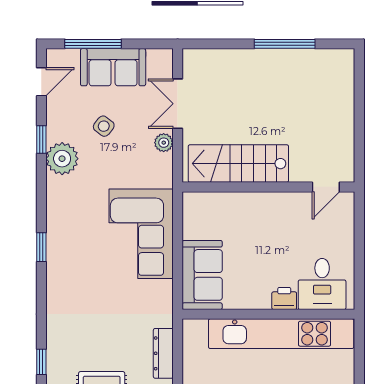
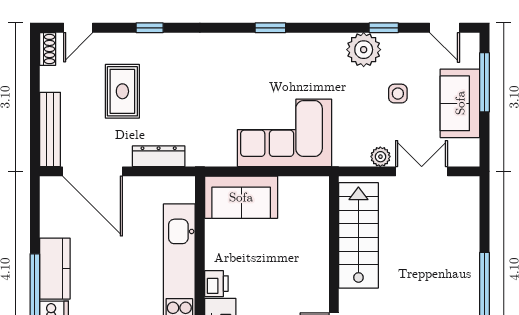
side table: (104, 126) -> (398, 94), turned -38

